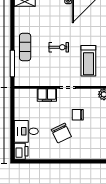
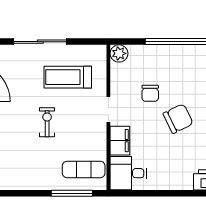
exercise mat: (25, 47) -> (84, 169), moved
treadmill: (88, 61) -> (68, 77), turned 180
desk: (26, 131) -> (128, 173), moved, turned 90

